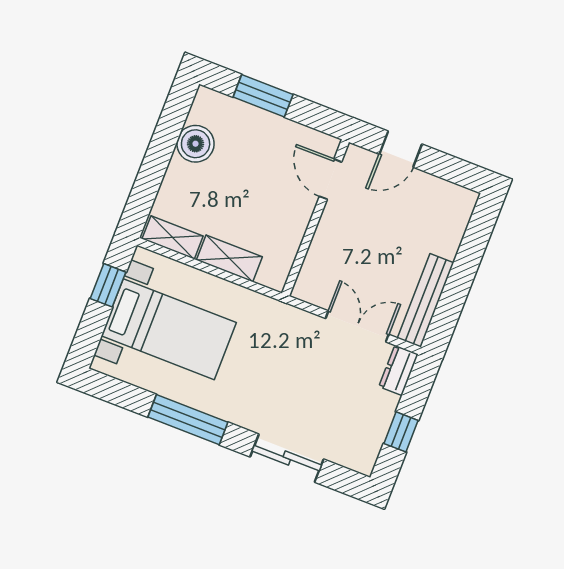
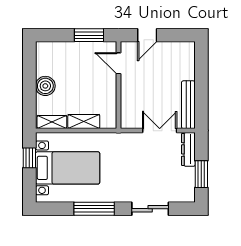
window: (263, 96) -> (89, 35), moved
boiler: (196, 144) -> (45, 86), moved
dresser: (399, 370) -> (188, 149), width x1.44
window: (401, 432) -> (201, 174), width x1.50

